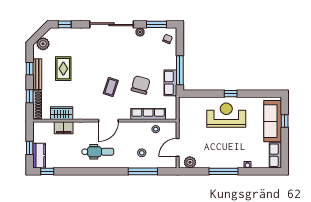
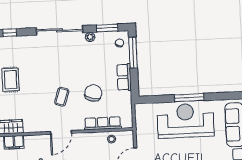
window: (180, 70) -> (133, 53), moved
row of seats: (170, 83) -> (124, 77), moved
window: (231, 94) -> (189, 98), width x2.17
reception desk: (226, 115) -> (185, 121), width x1.36, depth x1.30

